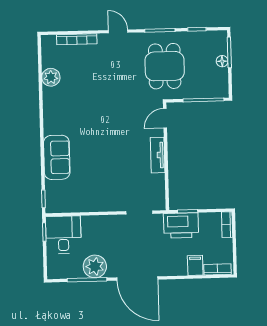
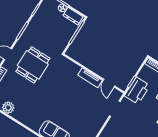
dining table: (165, 66) -> (33, 65), moved, turned 90
dresser: (221, 82) -> (73, 16), added
door: (165, 118) -> (109, 83), moved

